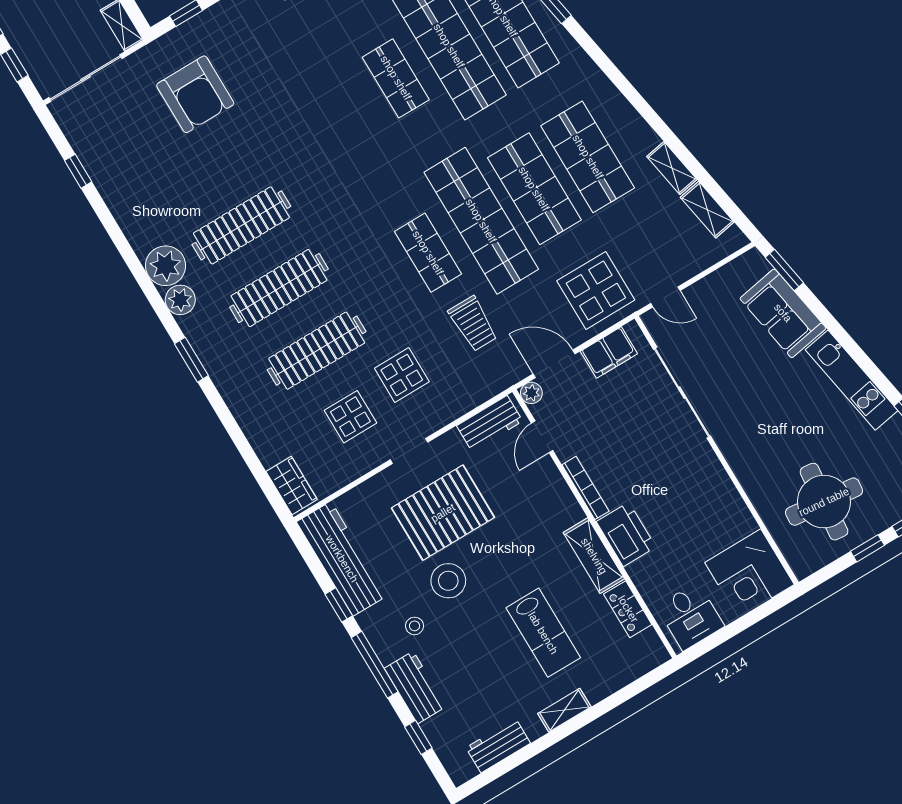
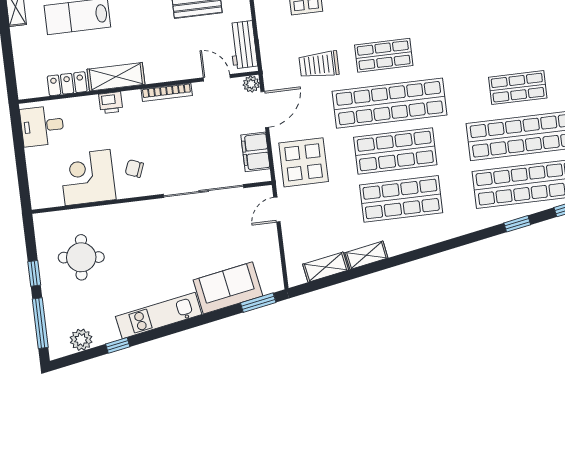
chair: (692, 486) -> (134, 169), added
round table: (824, 502) -> (81, 257), width x0.73, depth x0.73
printer: (626, 534) -> (111, 103), width x0.53, depth x0.68
corner desk: (749, 574) -> (88, 177), moved

